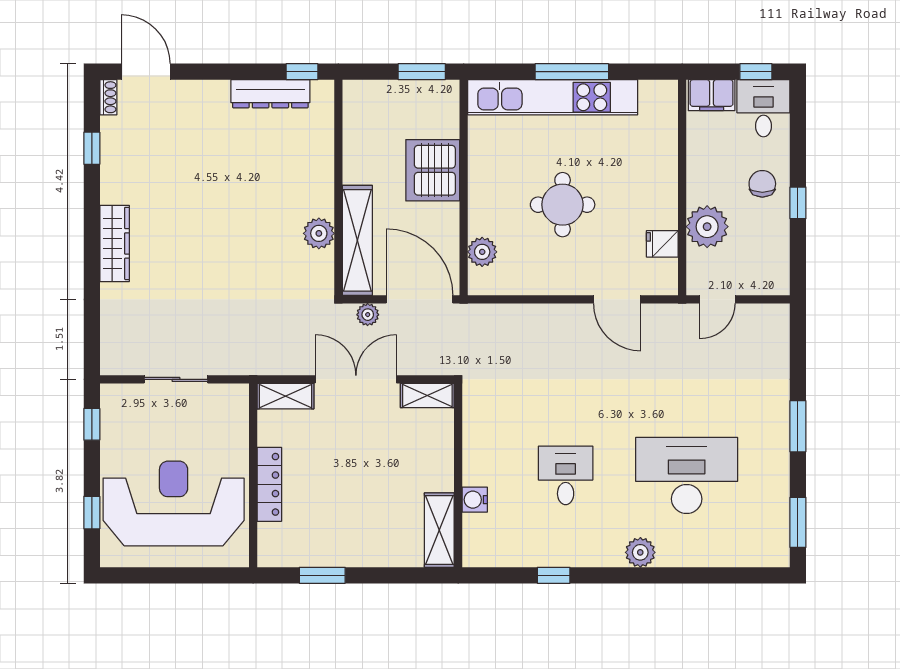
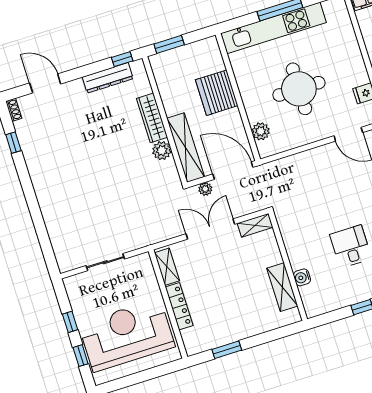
door: (146, 72) -> (45, 83), moved
window: (422, 72) -> (169, 44), moved
round table: (563, 205) -> (299, 89), width x1.36, depth x1.36
wardrobe: (115, 243) -> (152, 118), moved, turned 180
shelving: (285, 396) -> (167, 267), moved, turned 90
window: (92, 424) -> (70, 322), moved
shelving: (439, 530) -> (282, 287), moved

